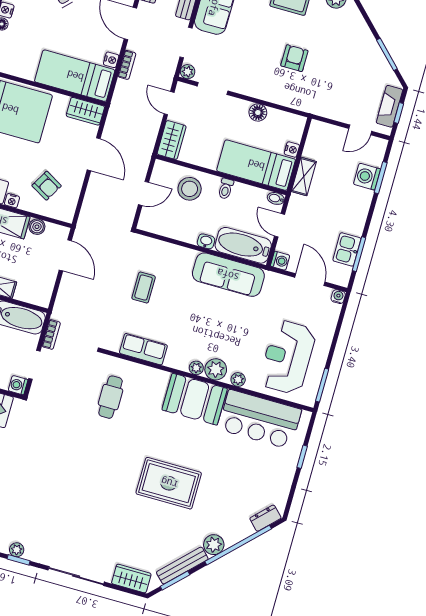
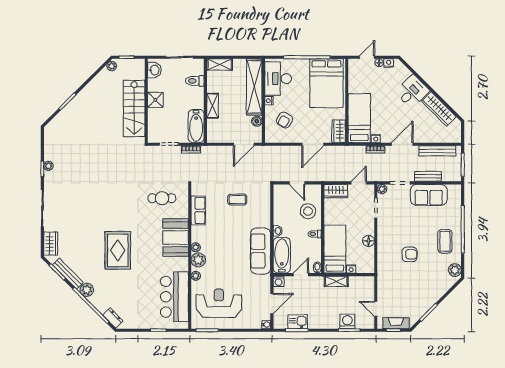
washing machine: (18, 385) -> (153, 137), removed
booth: (195, 399) -> (176, 237), moved

